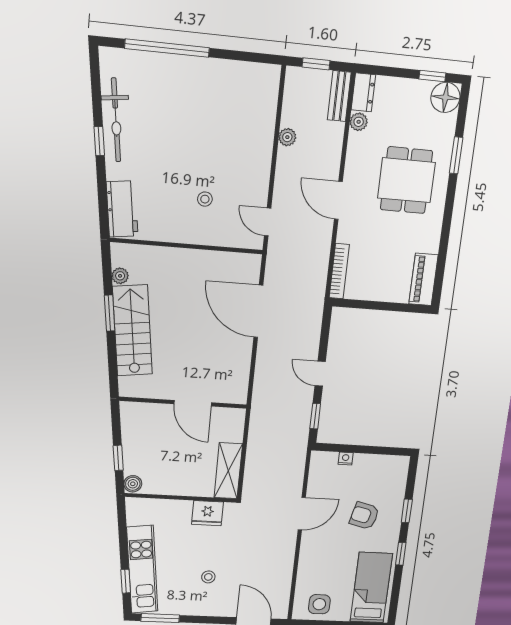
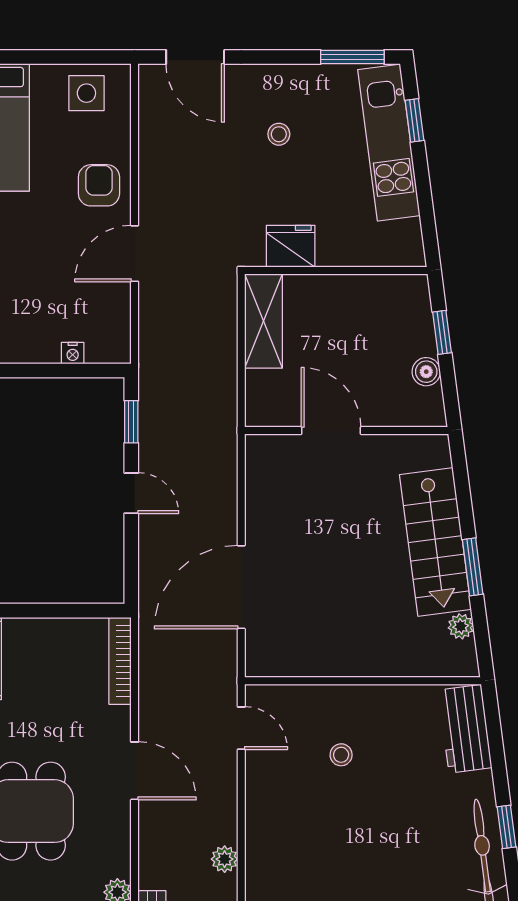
door: (258, 311) -> (241, 587), swing flipped
boiler: (133, 484) -> (426, 372), moved
armchair: (364, 516) -> (99, 185), moved, turned -104

